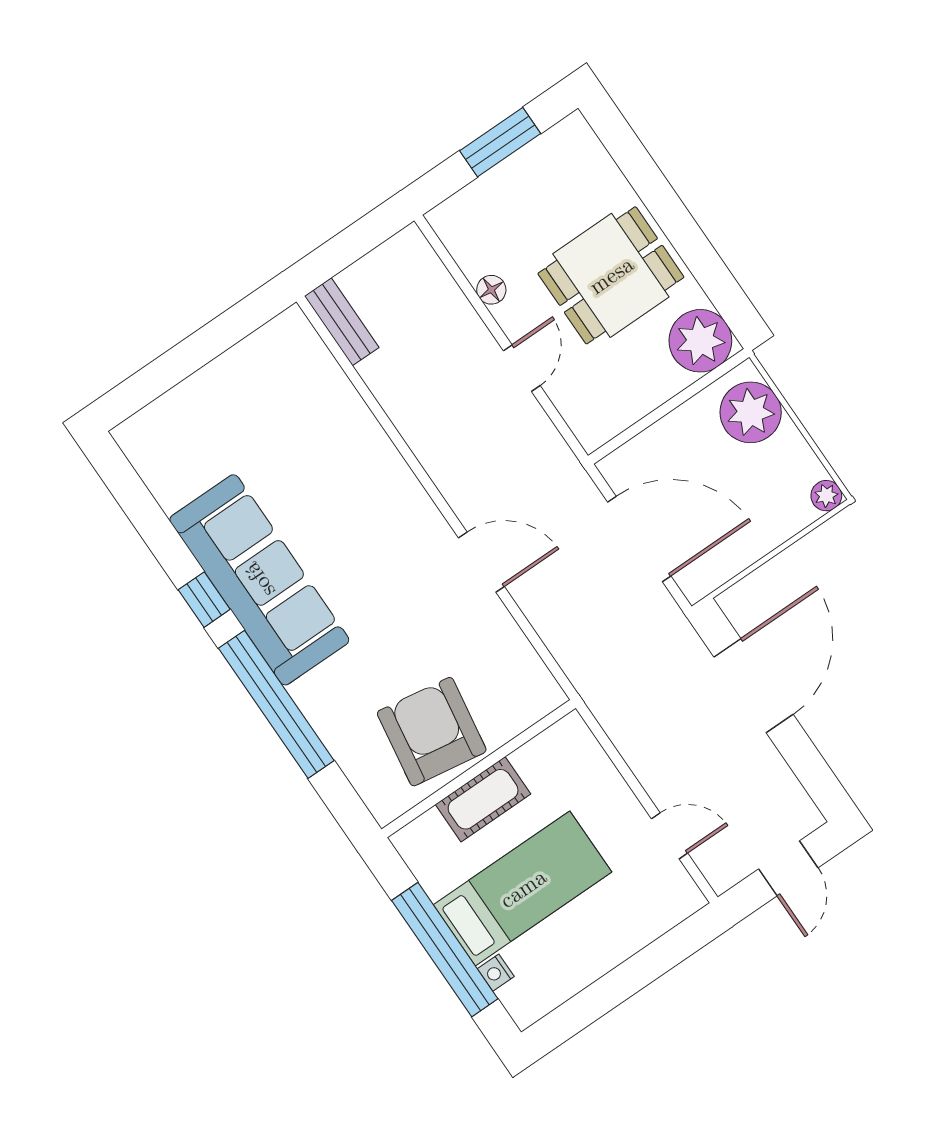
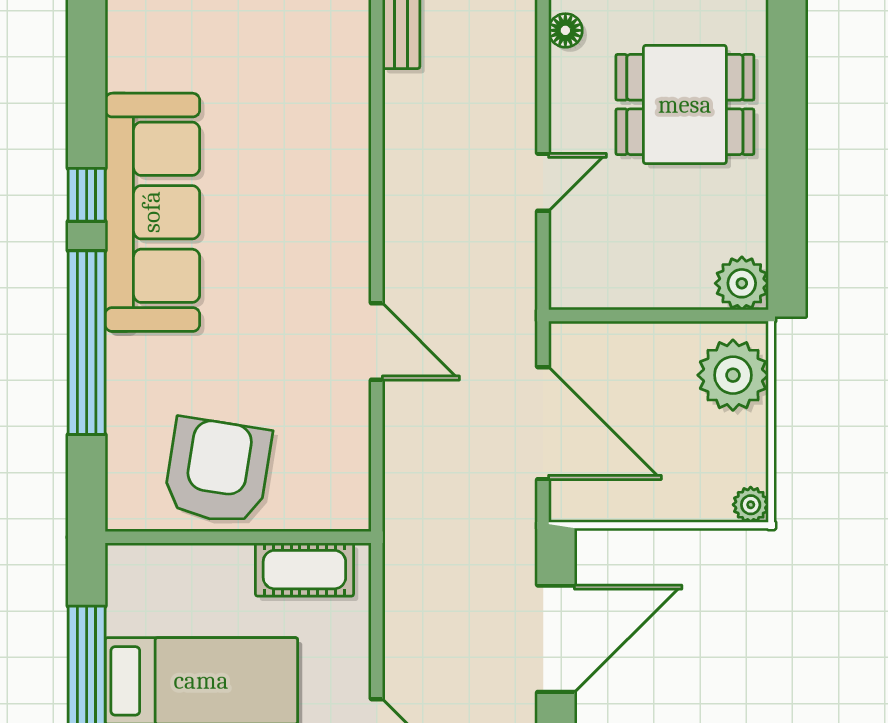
dining table: (611, 275) -> (685, 105), moved
floor lamp: (491, 290) -> (565, 30), moved
plant: (700, 341) -> (742, 283), width x0.73, depth x0.73
cot: (483, 799) -> (304, 570), moved

